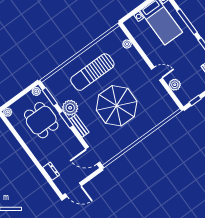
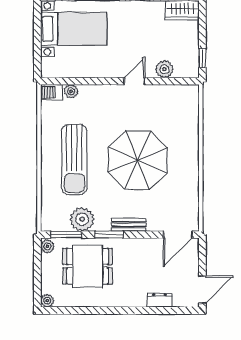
barbecue: (119, 34) -> (52, 92), added
plant: (70, 108) -> (82, 219), moved

